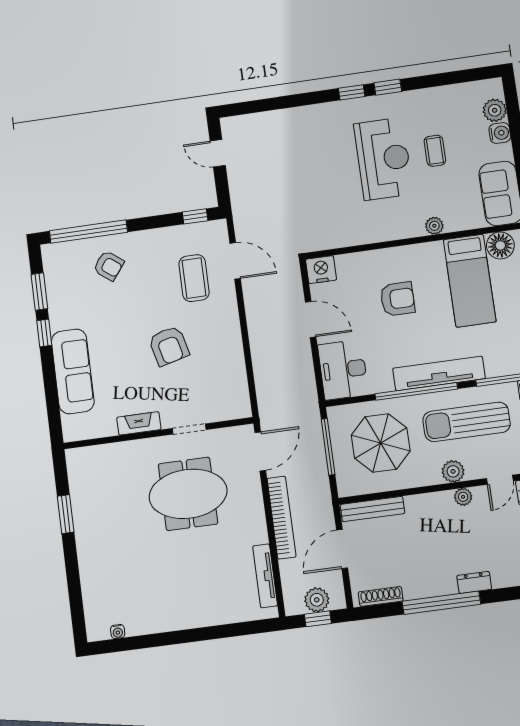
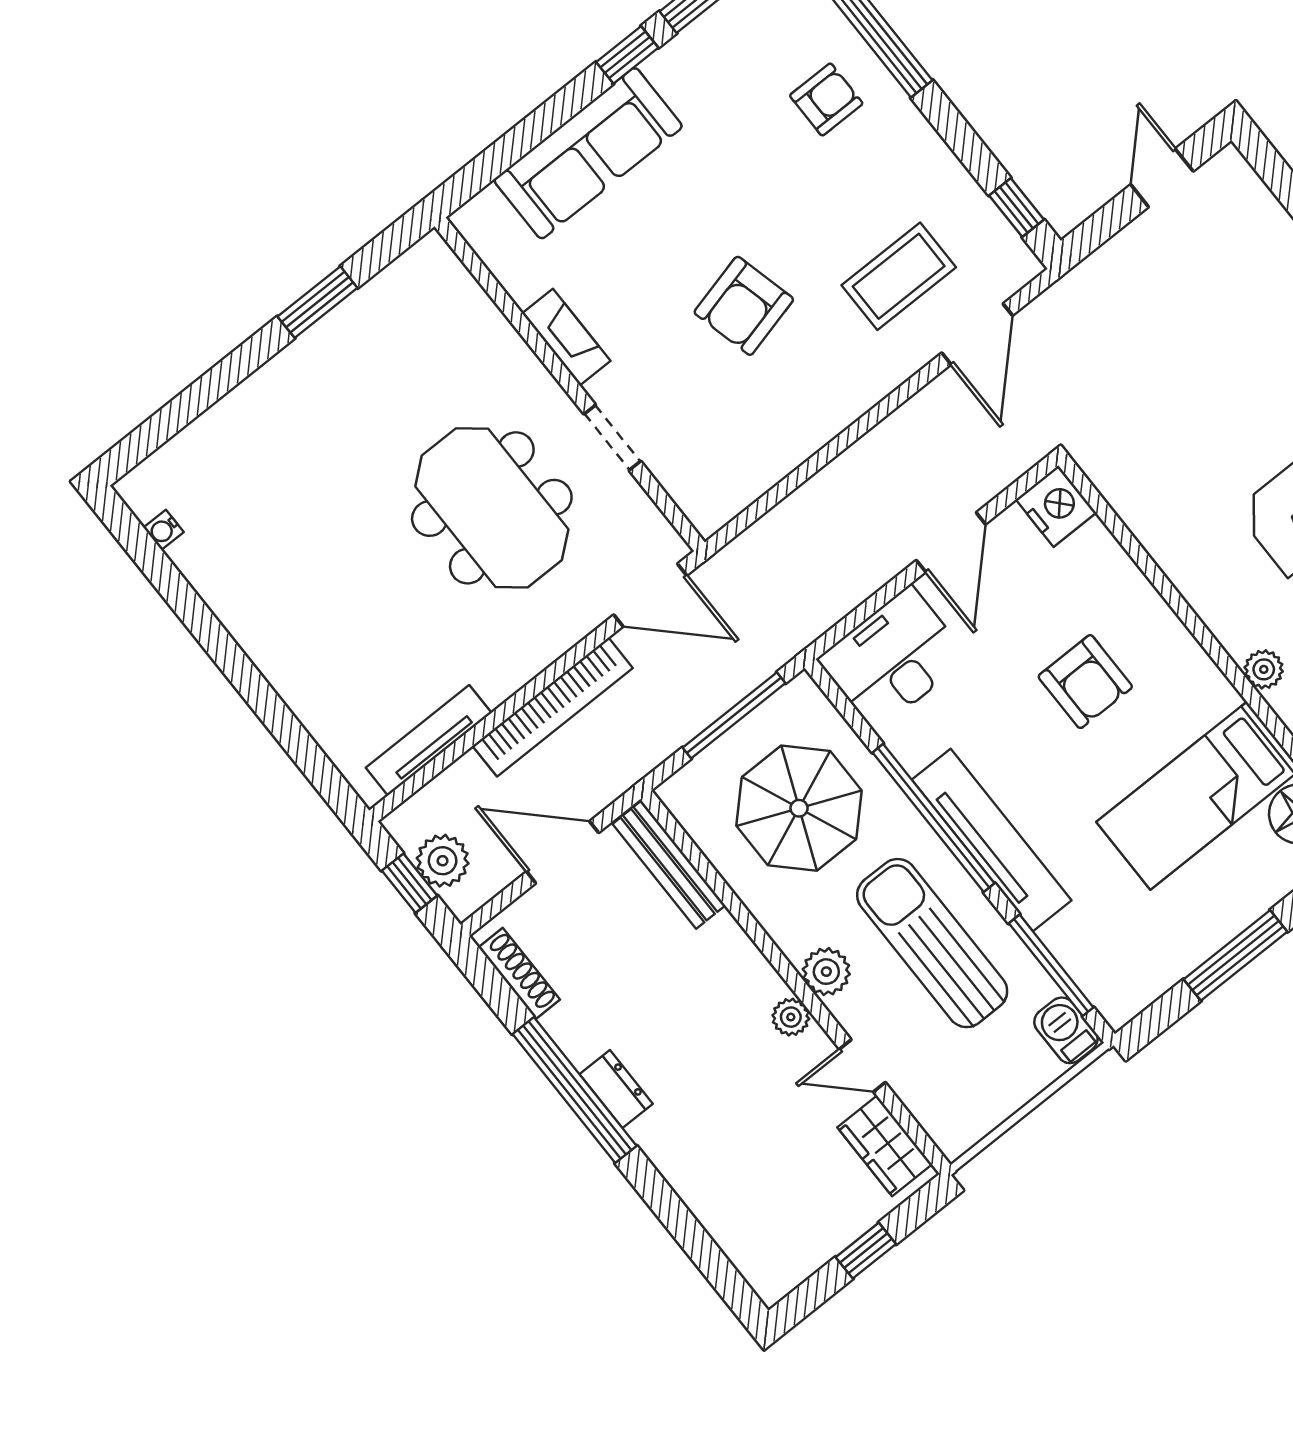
armchair: (109, 266) -> (826, 99), turned -127
dresser: (474, 582) -> (616, 1089), moved

